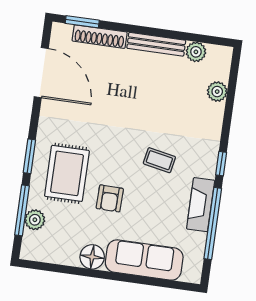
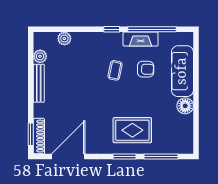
shoe rack: (100, 37) -> (39, 136), moved
armchair: (110, 198) -> (146, 69), moved
plant: (35, 220) -> (166, 147), removed

